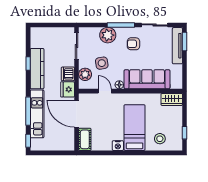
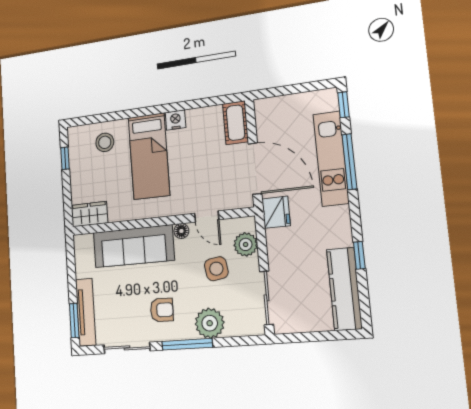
kitchen counter: (37, 69) -> (344, 289), moved
dishwasher: (68, 74) -> (278, 242), removed

